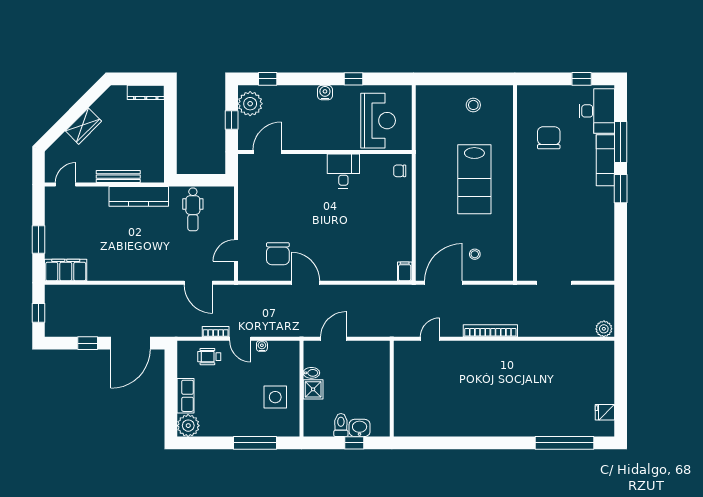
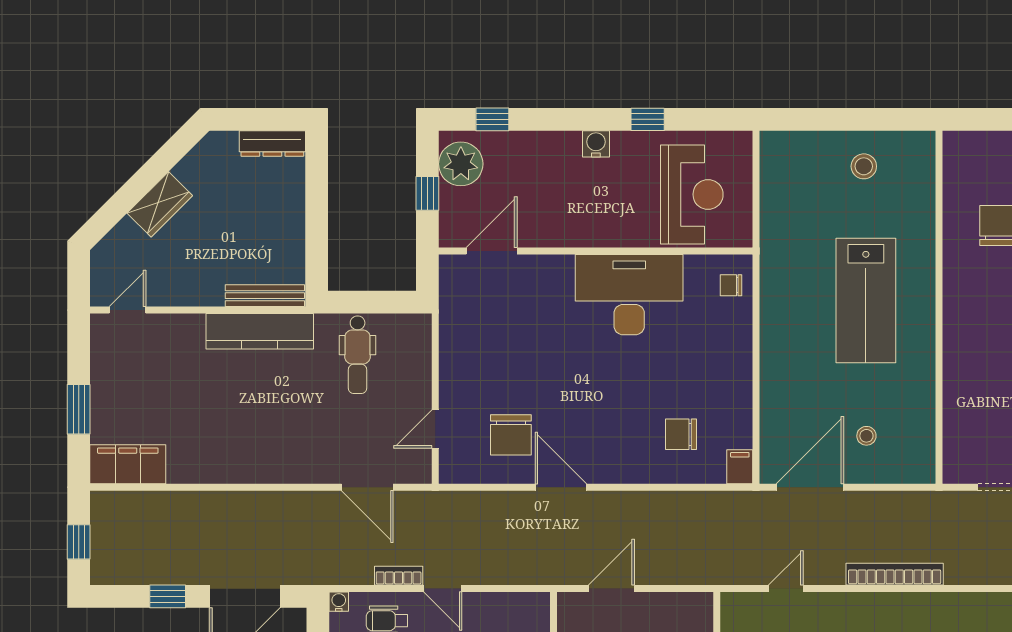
desk: (343, 171) -> (629, 295), width x1.87, depth x1.30
bench: (118, 177) -> (265, 296), moved
chair: (372, 253) -> (681, 434), added
water cooler: (262, 346) -> (339, 602), moved

